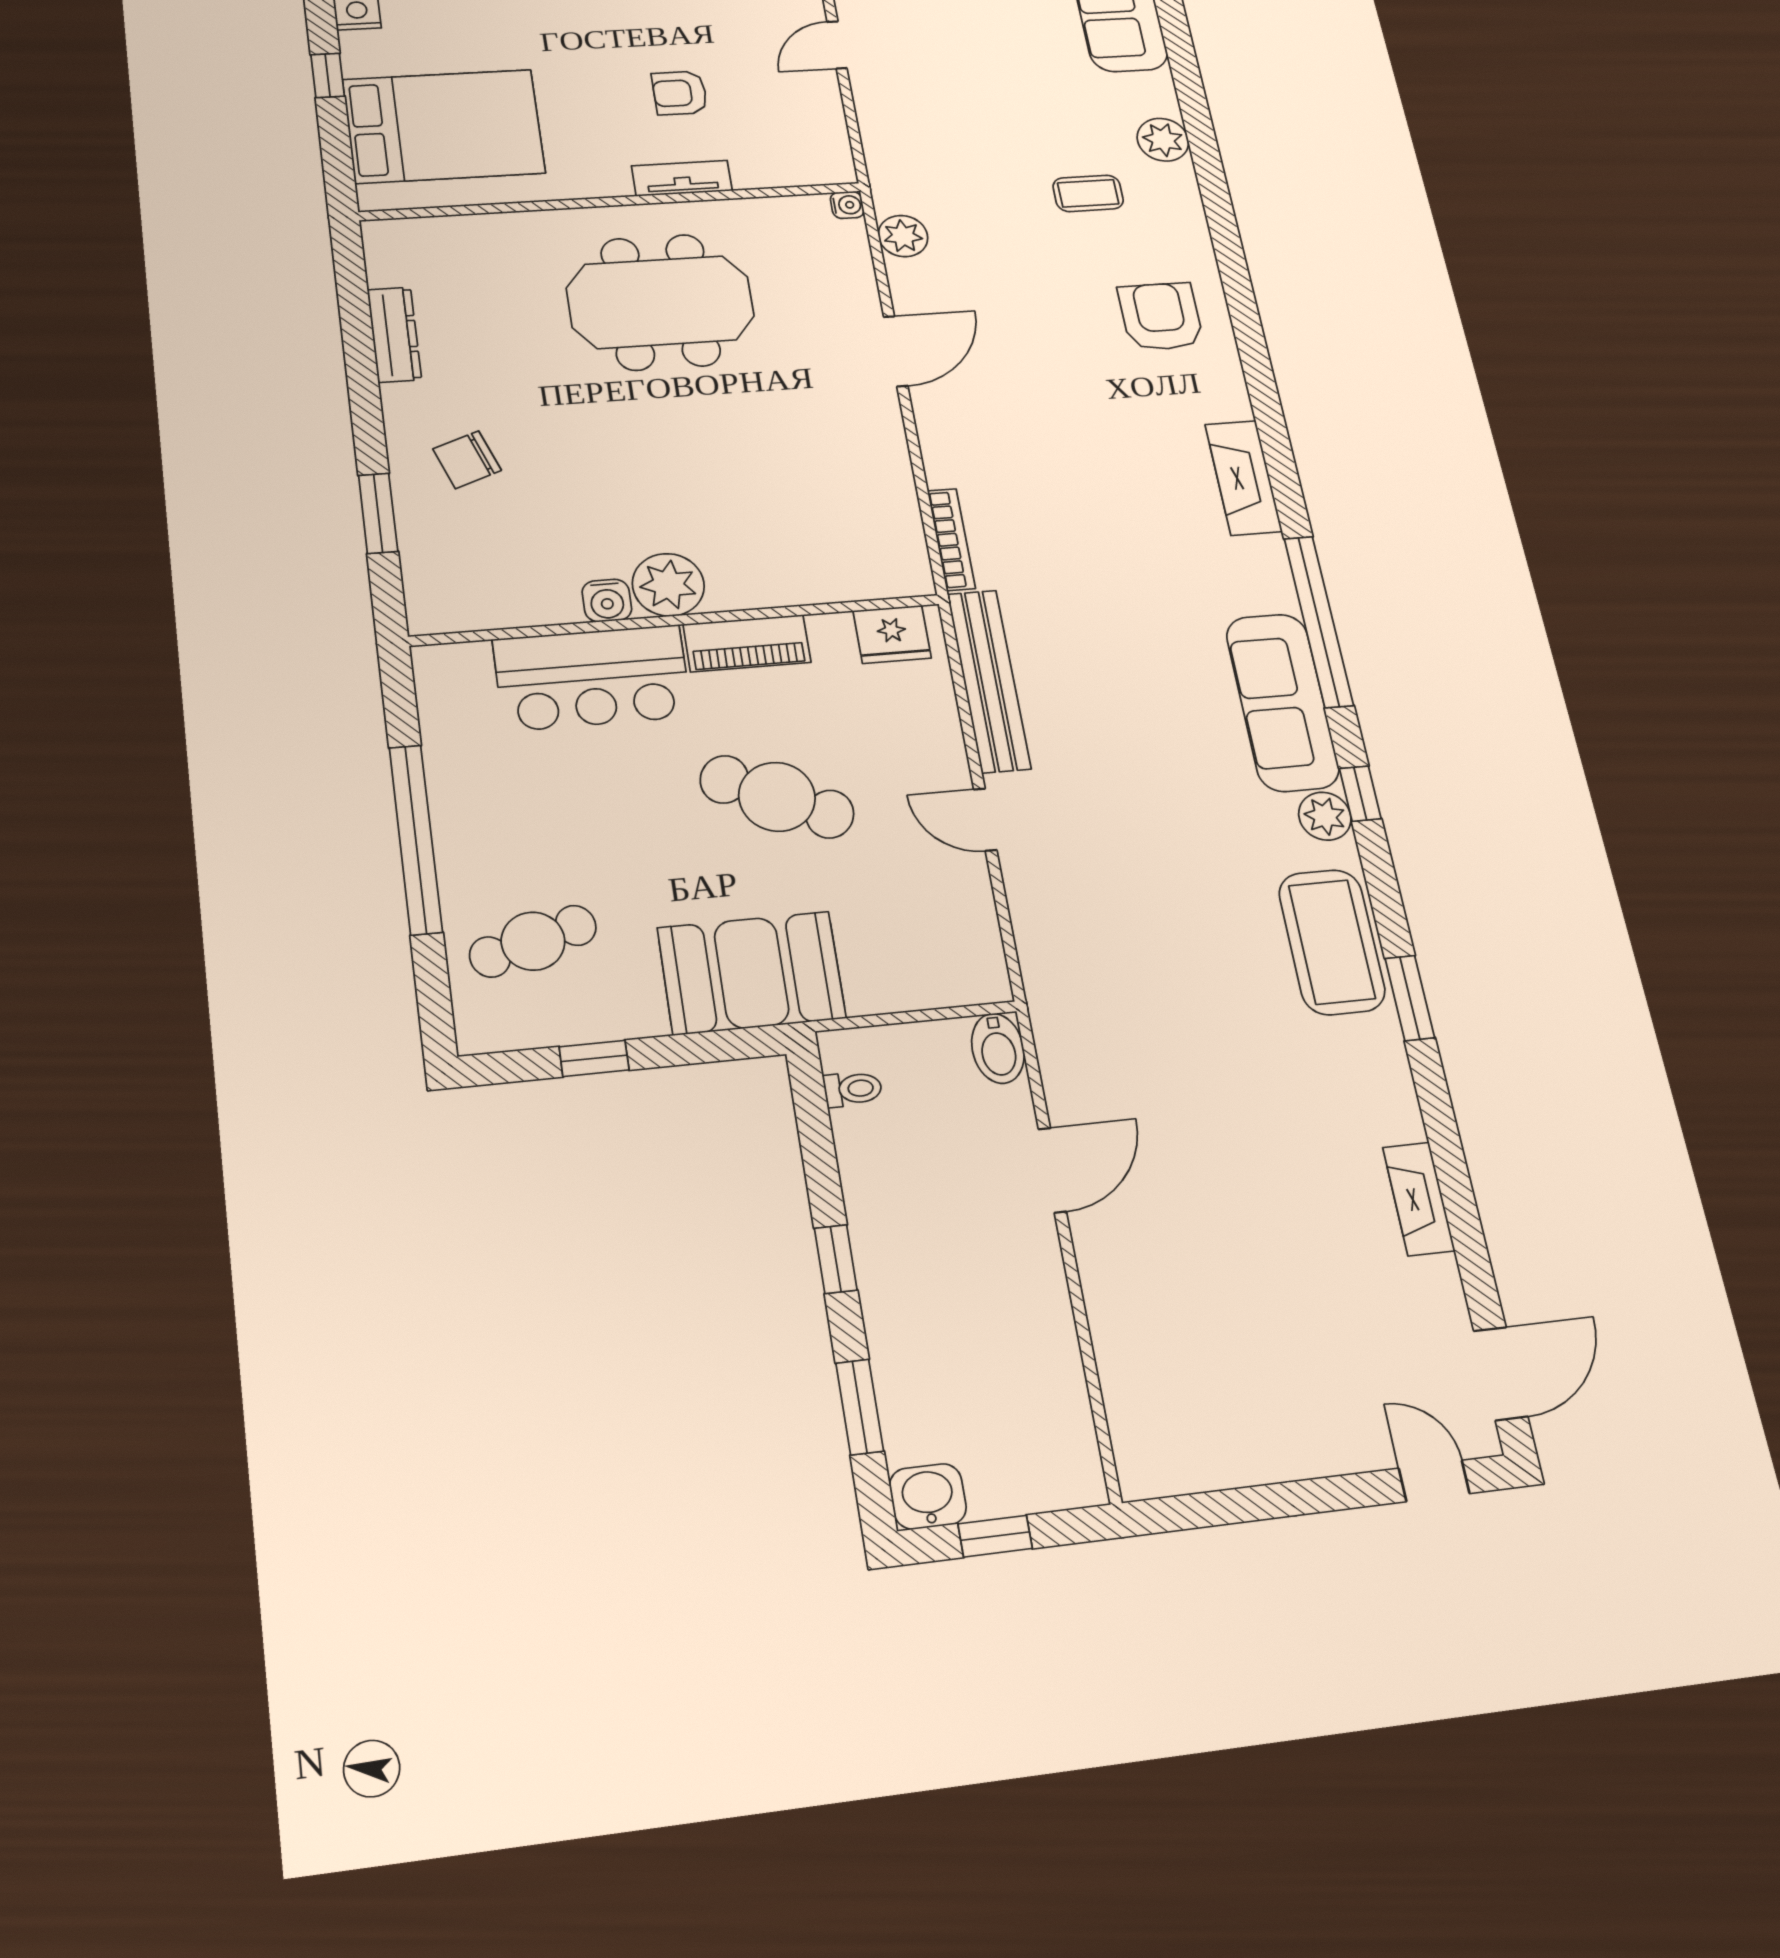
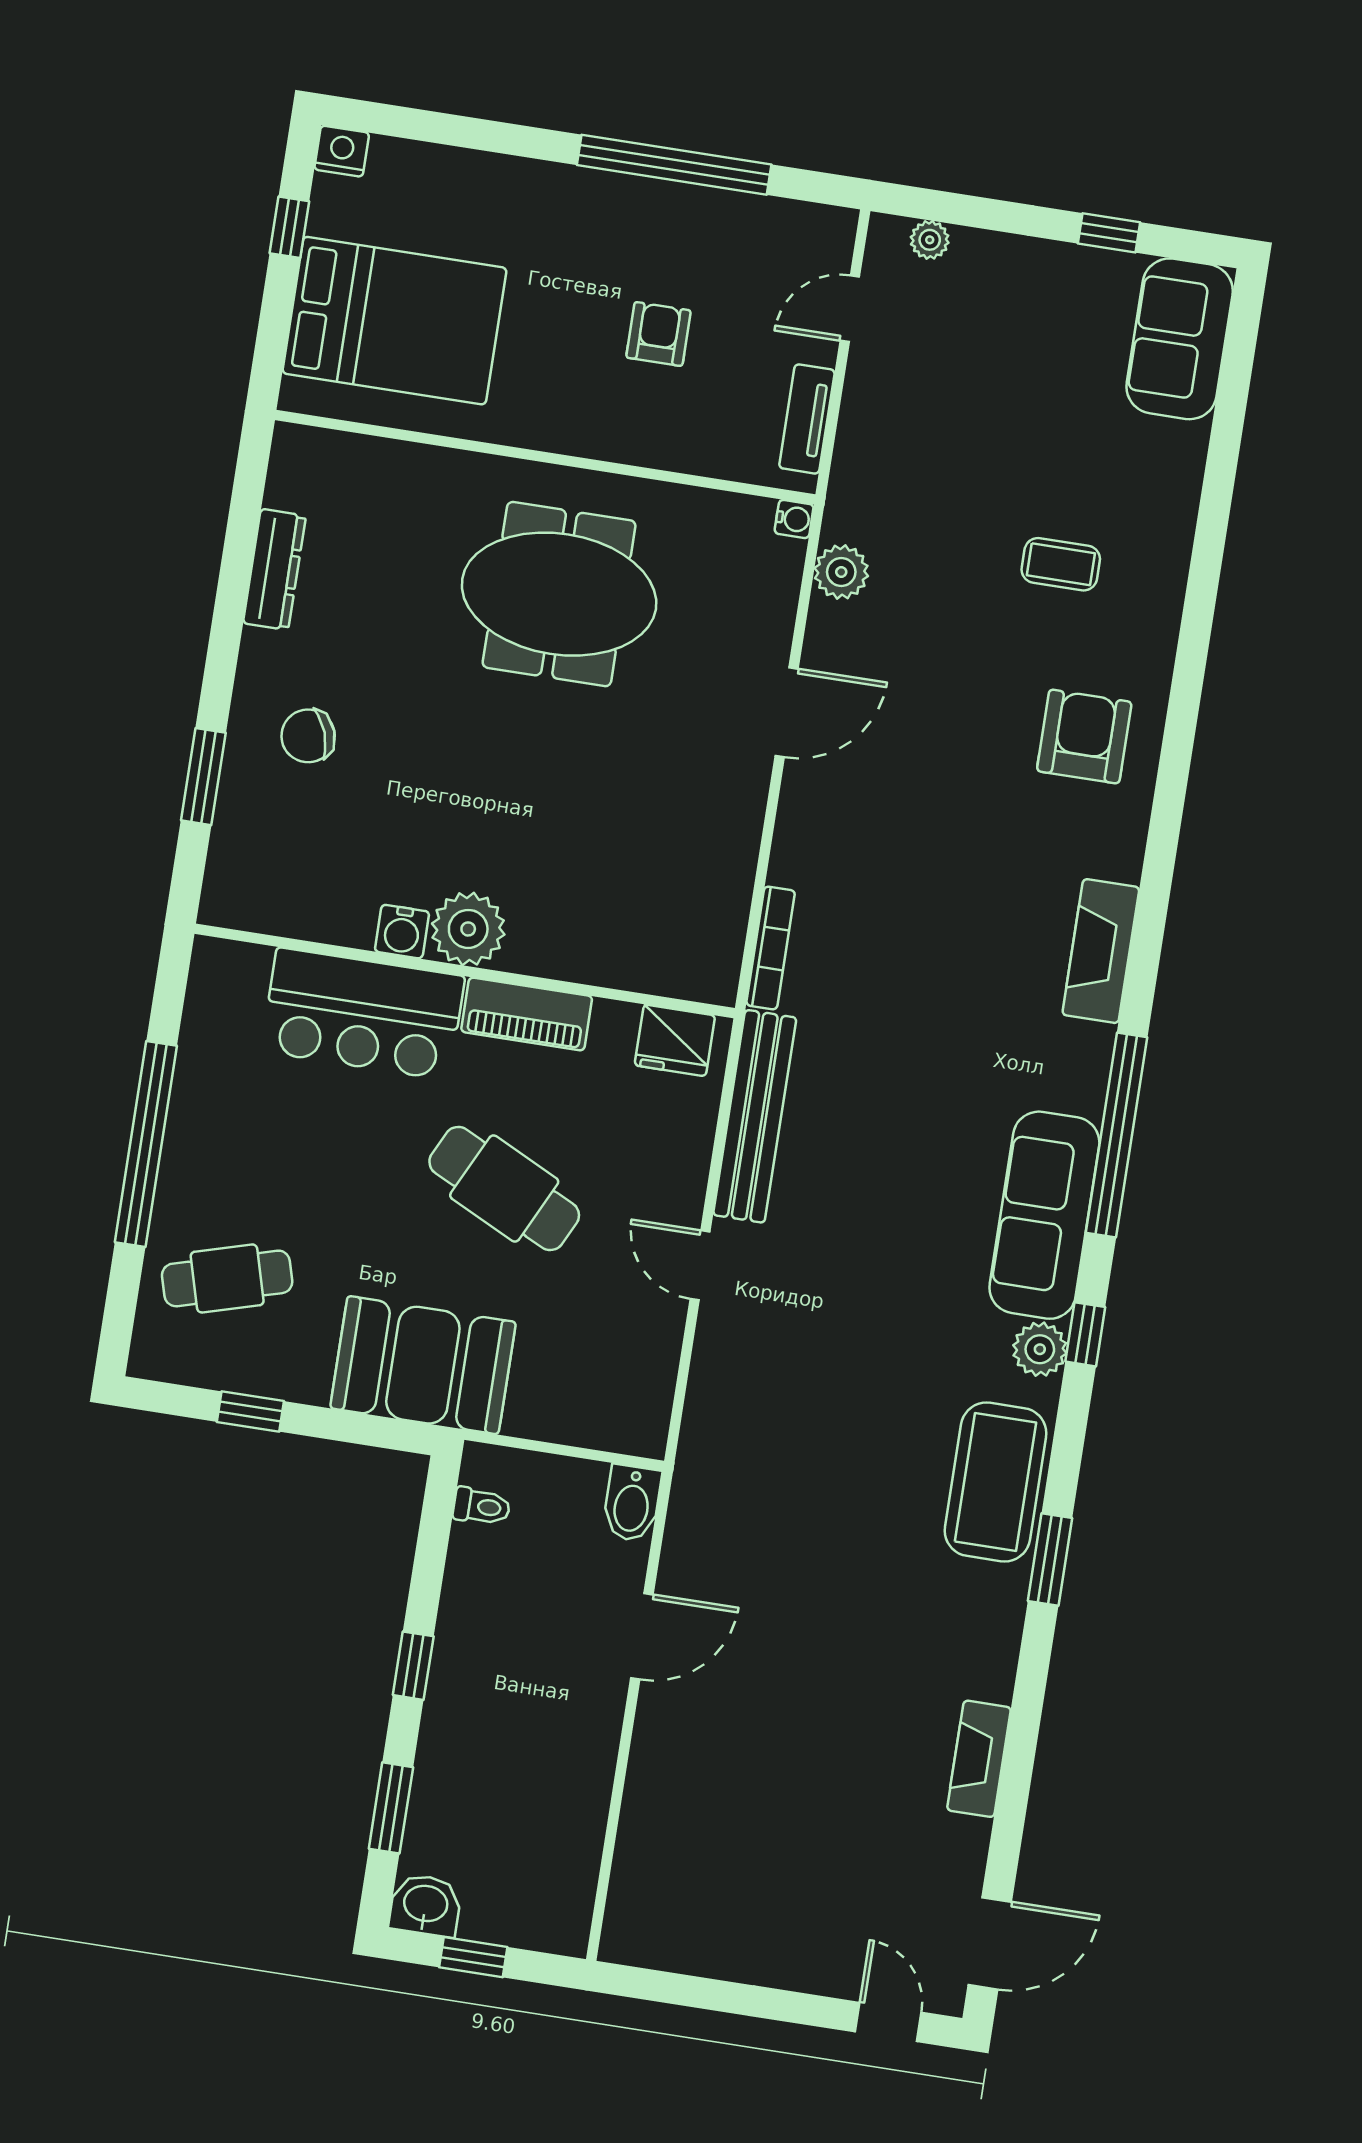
armchair: (680, 93) -> (658, 334), turned 90
plant: (1163, 140) -> (1168, 514), removed
tv unit: (682, 178) -> (807, 419), moved, turned -90

